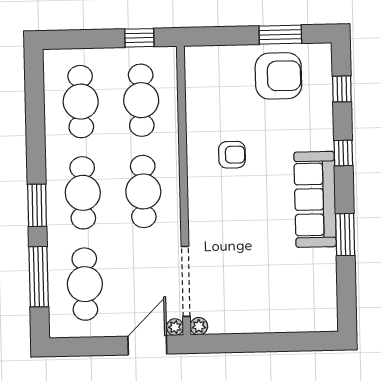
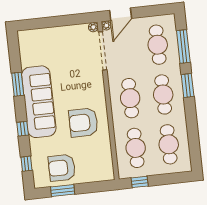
armchair: (232, 155) -> (83, 122), width x1.88, depth x1.88
sofa: (315, 199) -> (39, 102), width x1.36, depth x1.27

